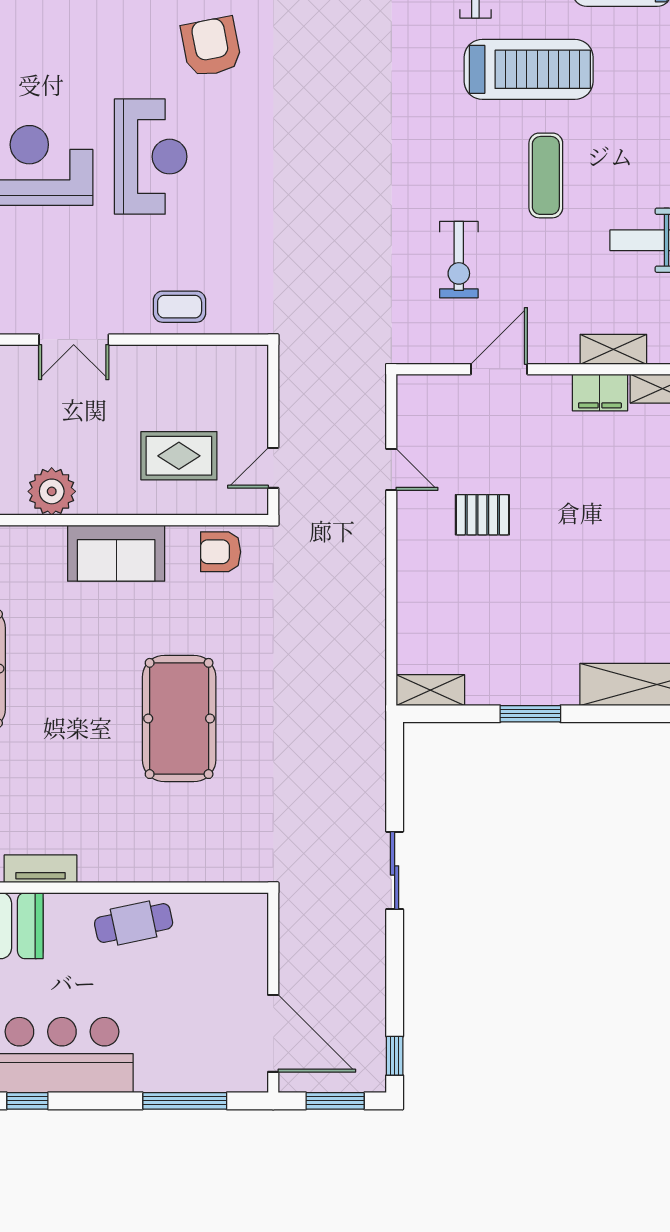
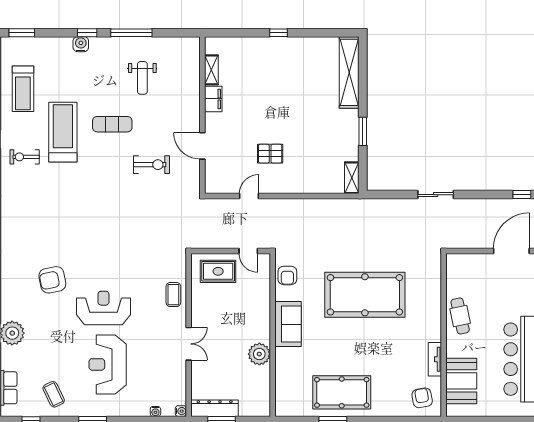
shelving: (613, 349) -> (193, 93), removed
rug: (179, 456) -> (218, 271), moved, turned 90
pallet: (482, 515) -> (270, 154), turned 90
pool table: (179, 718) -> (365, 295), width x1.36, depth x1.32

